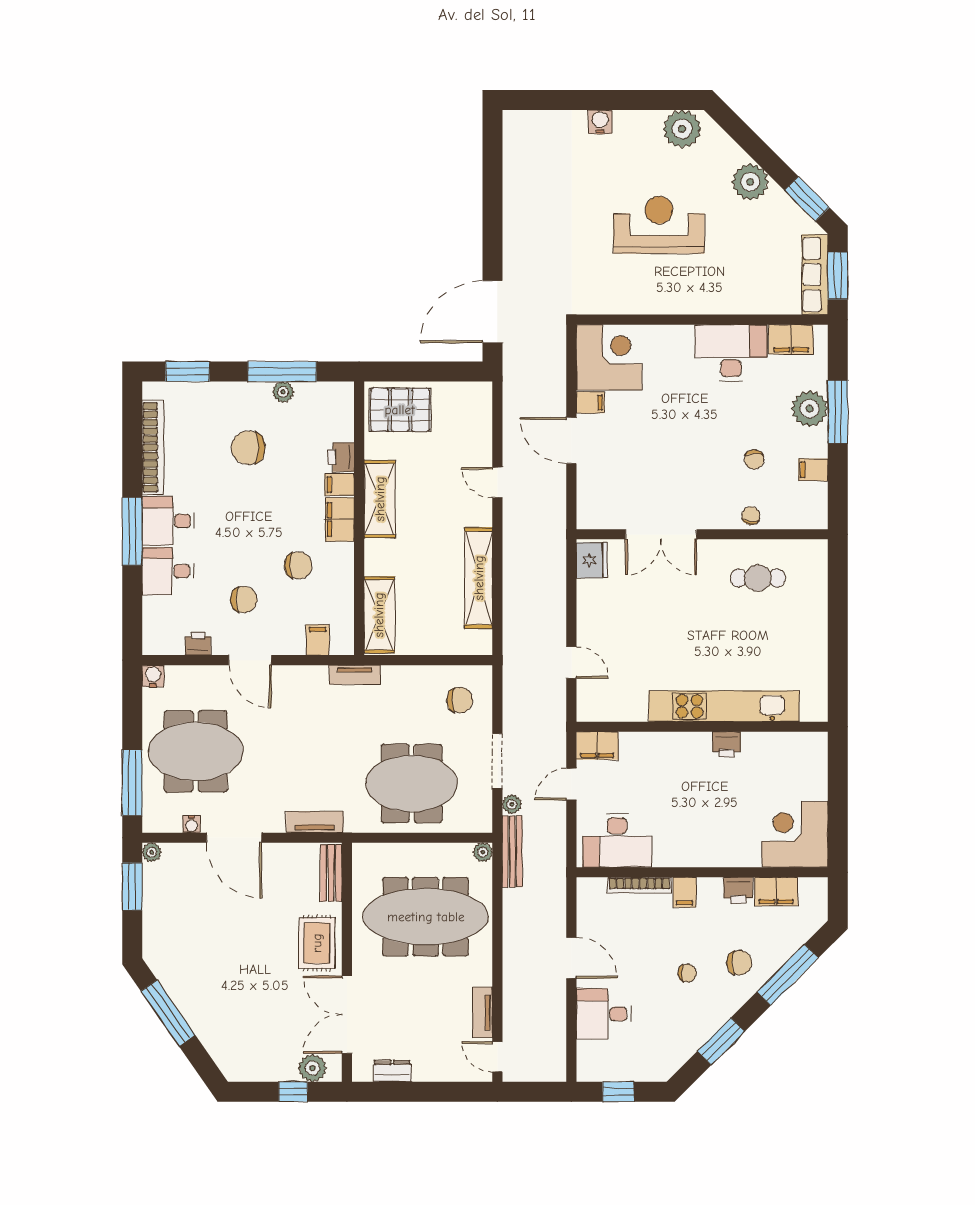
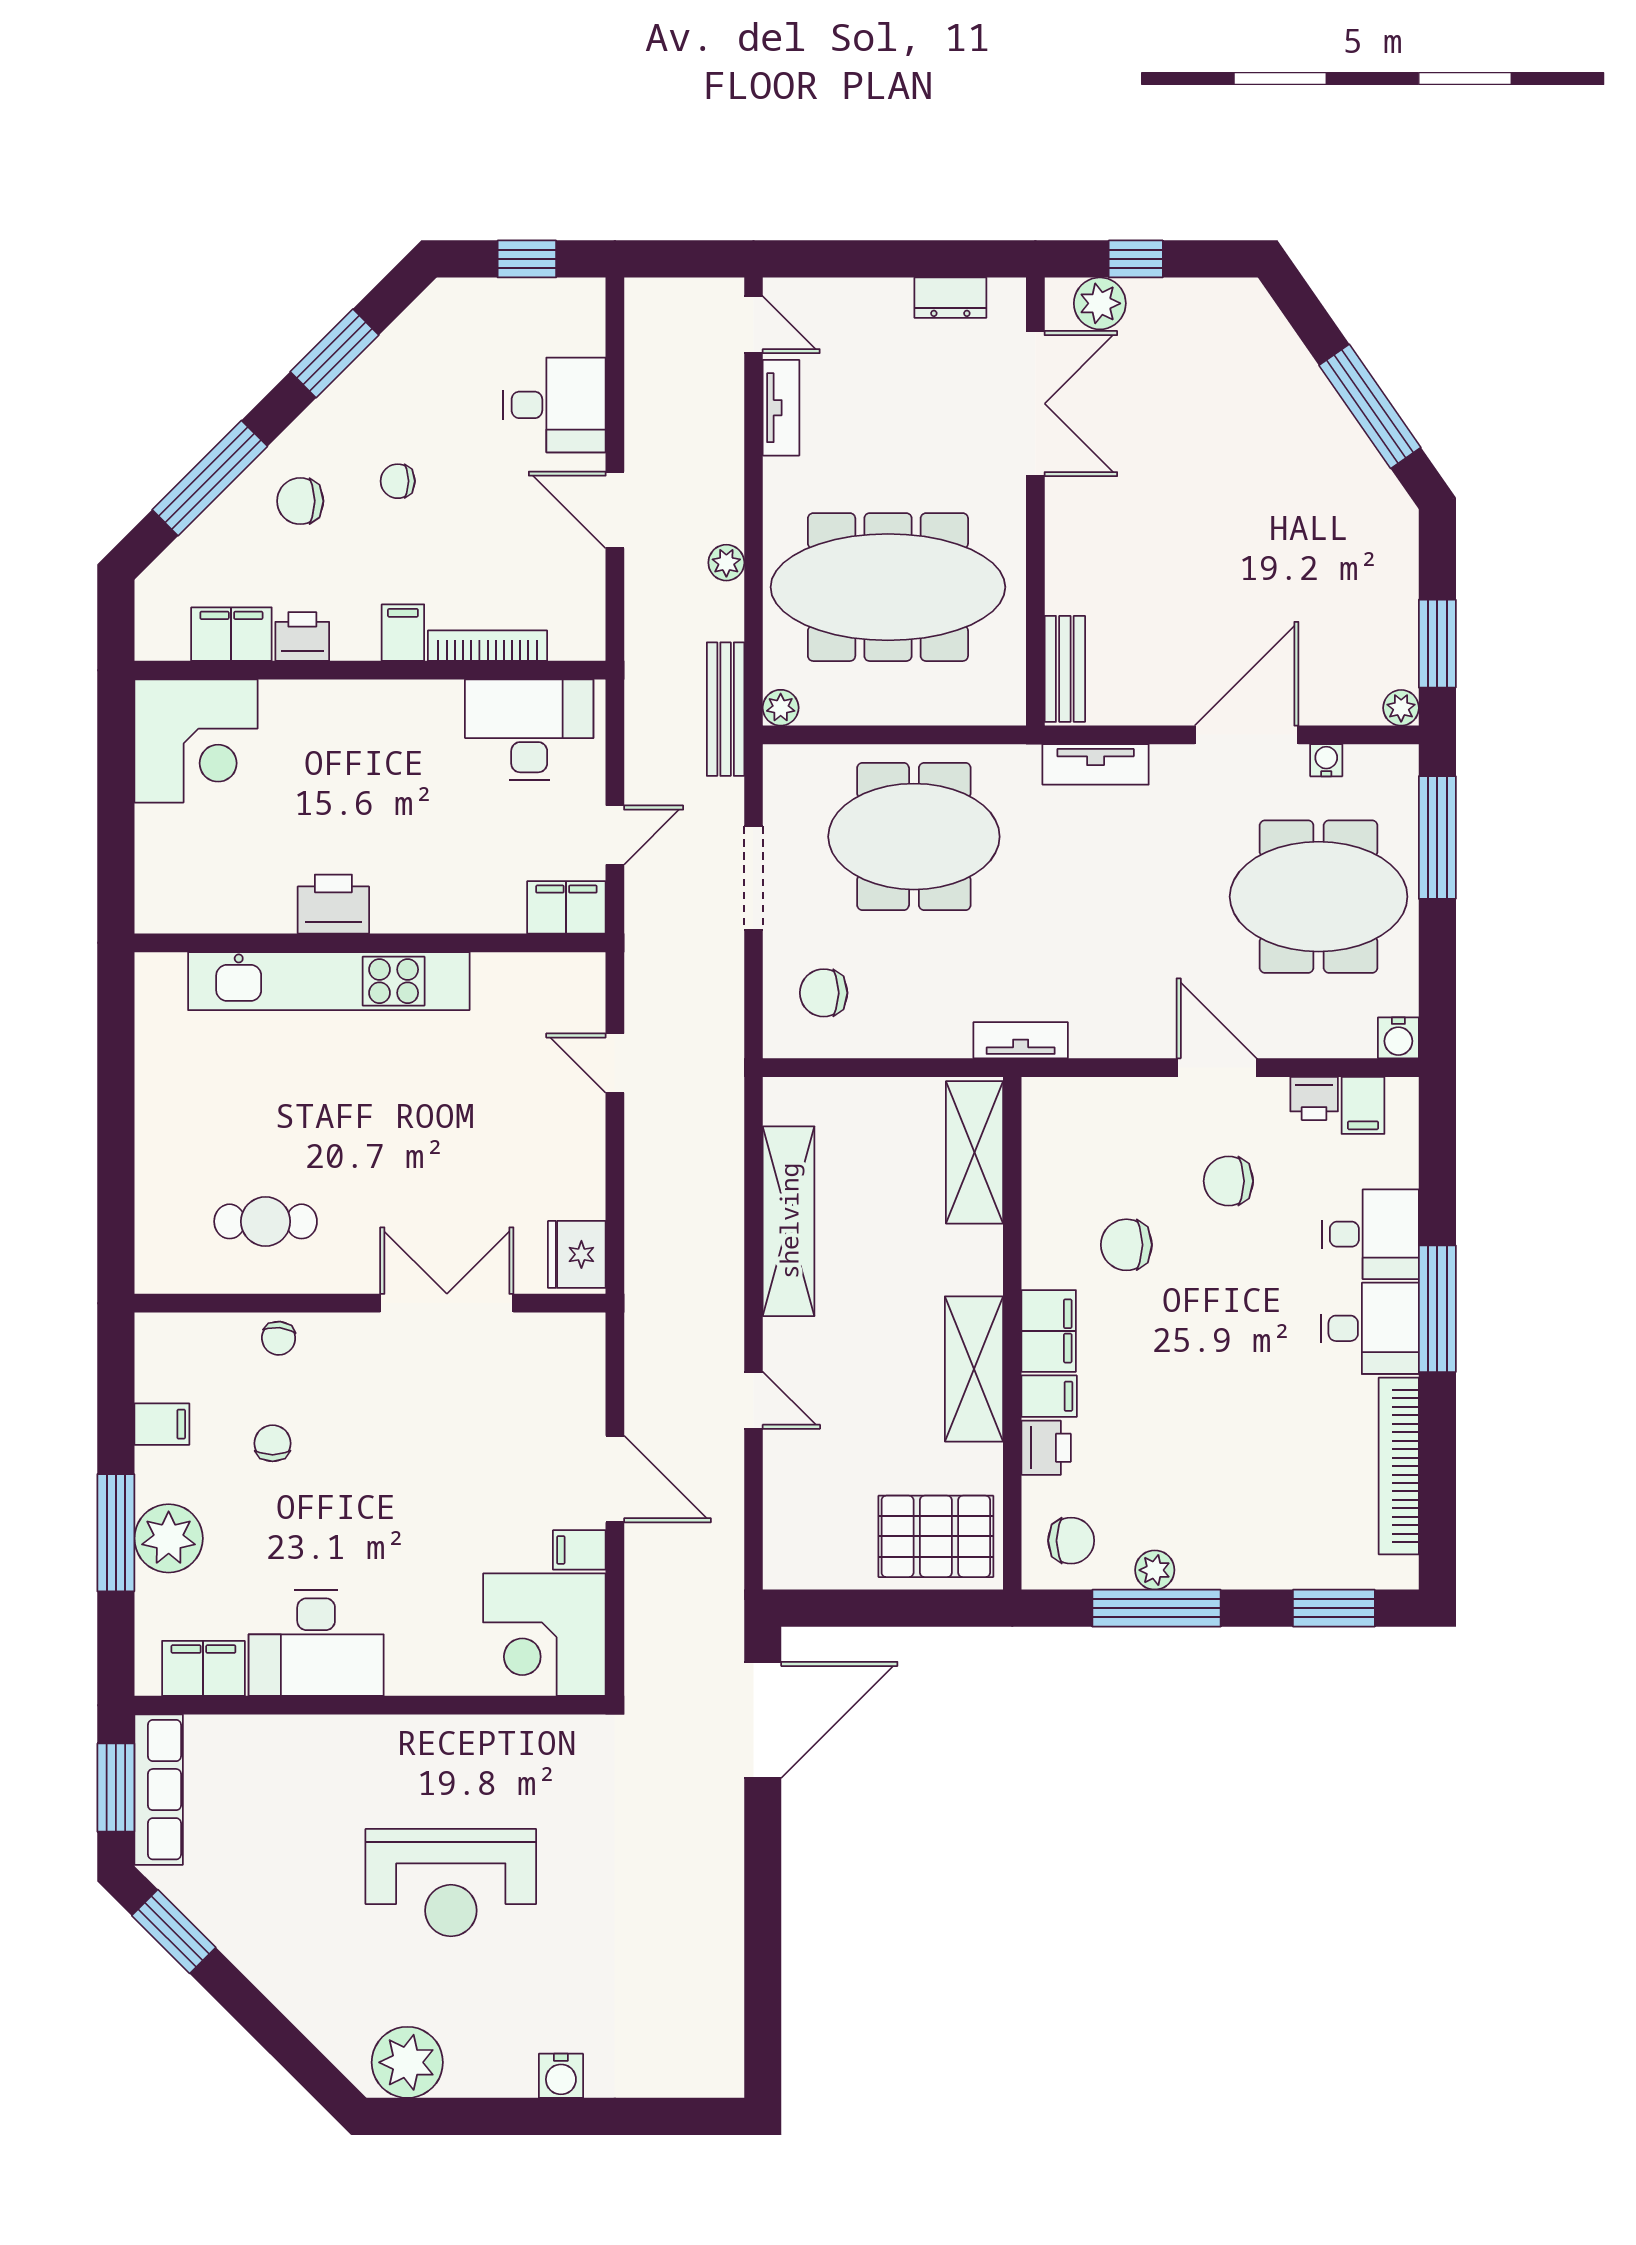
plant: (750, 182) -> (280, 1963), removed
chair: (248, 448) -> (1071, 1541), moved, width x0.73, depth x0.73
filing cabinet: (318, 640) -> (1363, 1105), moved
printer: (727, 744) -> (333, 904), width x1.36, depth x1.24
plant: (512, 804) -> (726, 563), moved
door: (234, 838) -> (1247, 735), hinge flipped
rug: (317, 943) -> (1091, 537), removed

